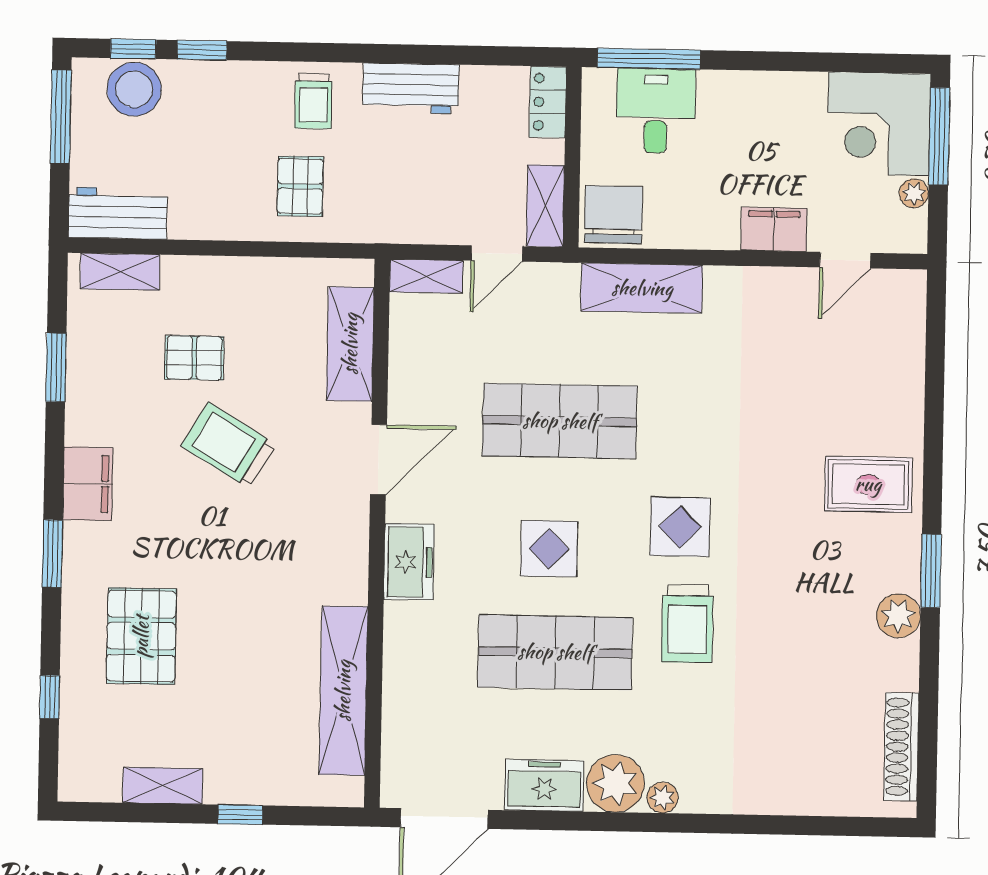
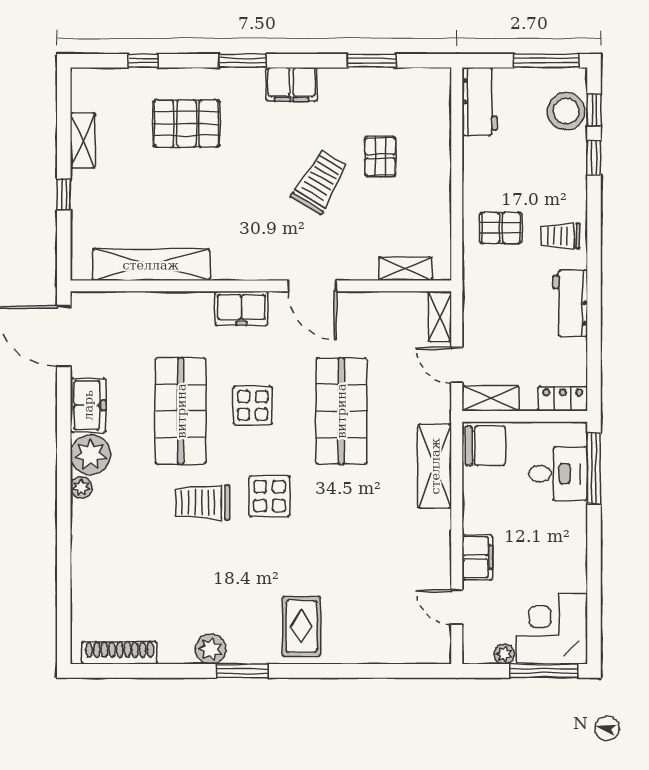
shelving: (120, 272) -> (439, 104), removed
shelving: (350, 344) -> (405, 269), width x0.67, depth x0.75

